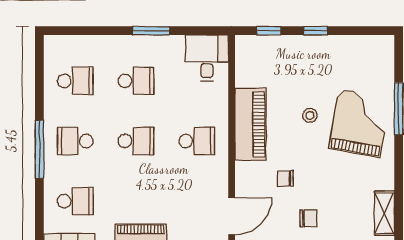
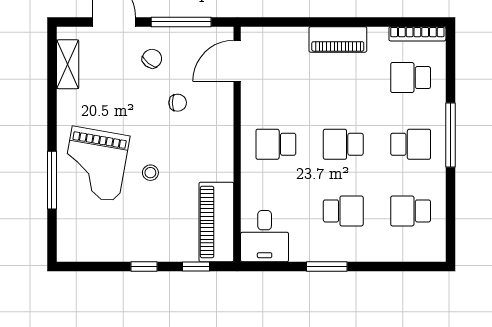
school desk: (136, 81) -> (343, 211), turned 180
piano: (250, 124) -> (216, 222), moved
chair: (308, 218) -> (152, 59), turned 128

